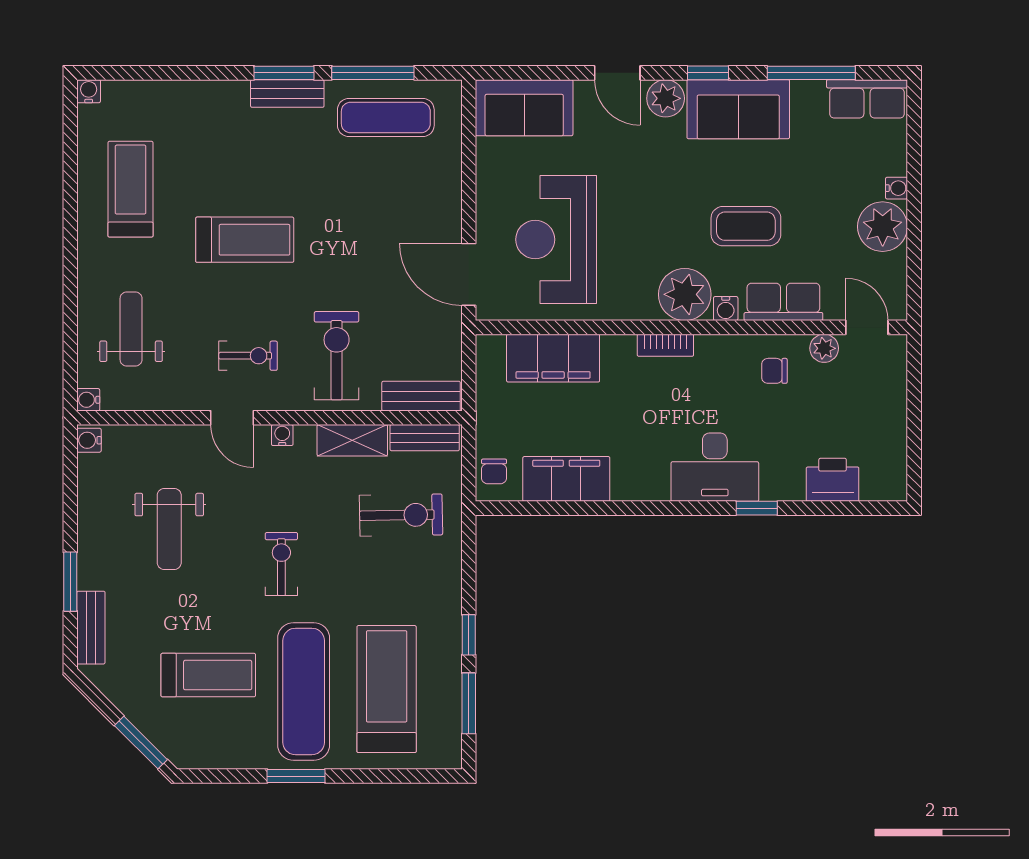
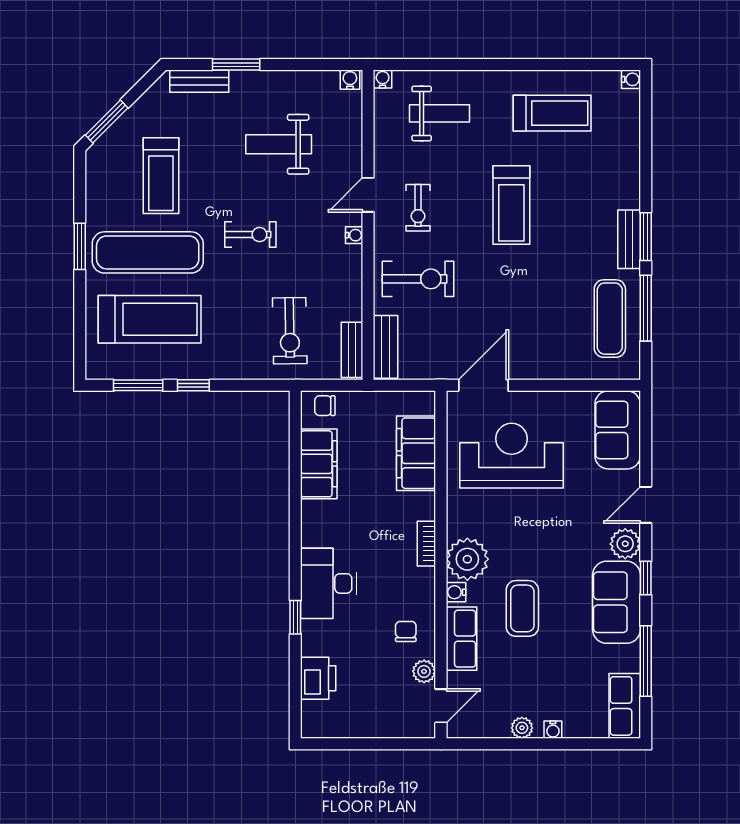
plant: (883, 227) -> (522, 728), width x0.53, depth x0.53
shelving: (352, 440) -> (350, 292), removed

